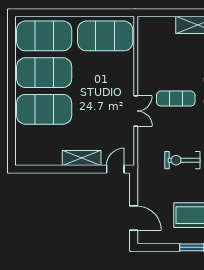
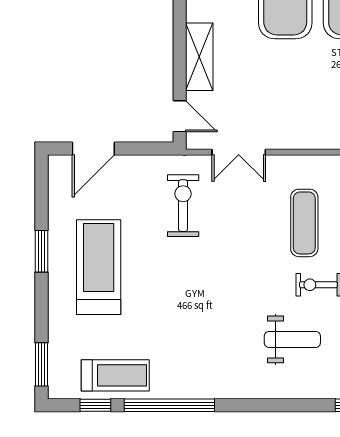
double door: (136, 111) -> (239, 152), moved
exercise bike: (182, 160) -> (183, 206), moved

